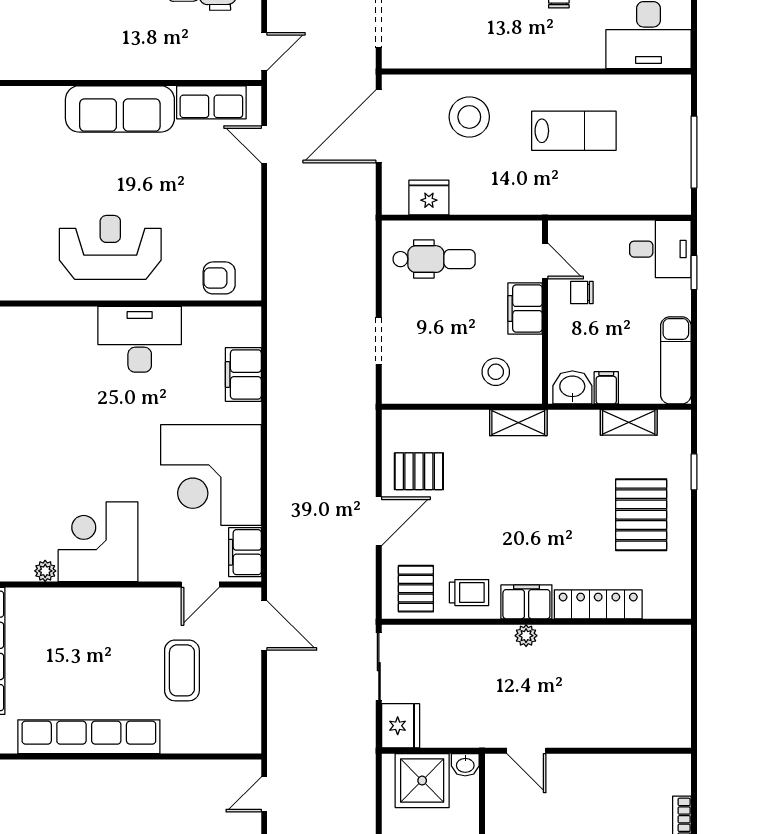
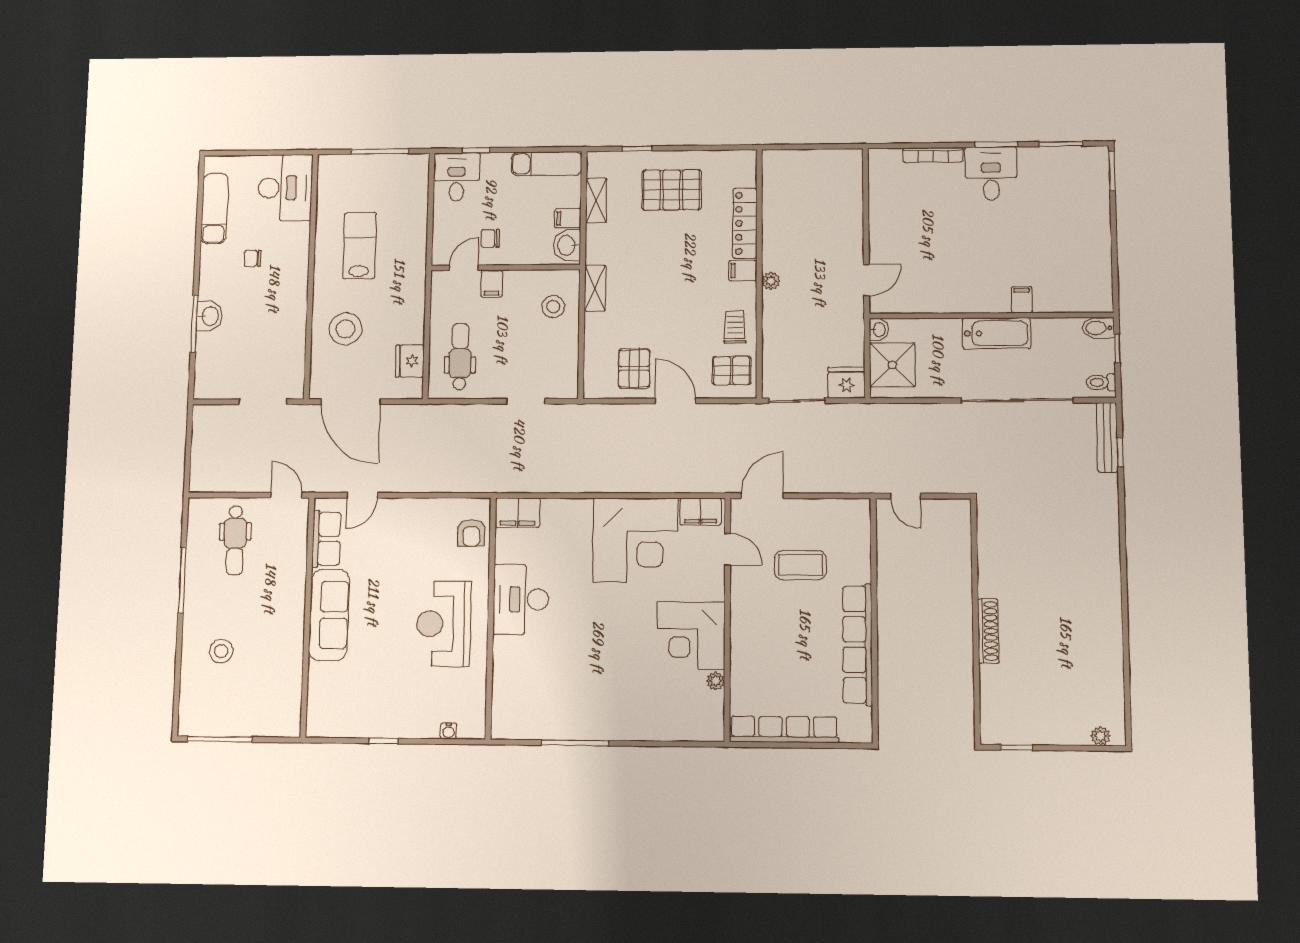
chair: (582, 292) -> (490, 238), turned 90
filing cabinet: (525, 308) -> (492, 284), width x0.50
filing cabinet: (243, 374) -> (518, 513), moved
filing cabinet: (526, 602) -> (743, 271), width x0.50

